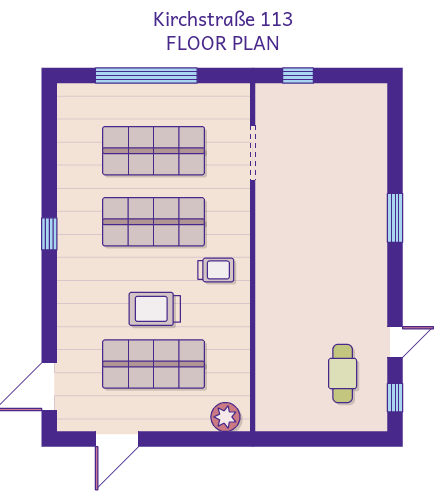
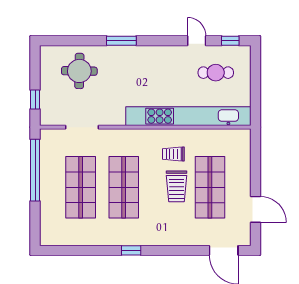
window: (146, 76) -> (35, 170), moved
round table: (345, 149) -> (79, 71), added
trolley: (216, 270) -> (173, 154), moved, turned -90
kitchen unit: (271, 328) -> (188, 116), added
plant: (225, 417) -> (242, 144), removed

